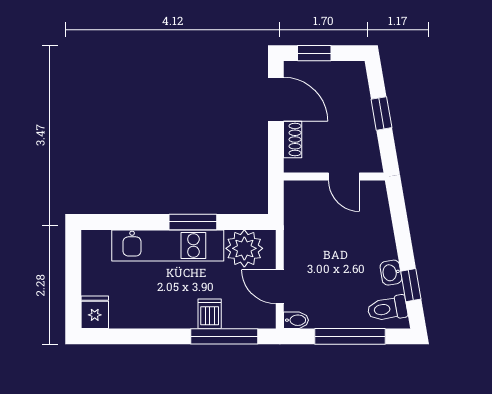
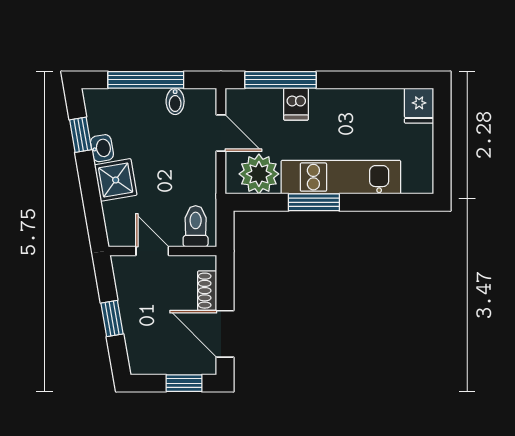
shower: (378, 243) -> (116, 180), added
toilet: (387, 309) -> (196, 226), moved, turned -80
bidet: (296, 320) -> (175, 101), moved, turned -90

